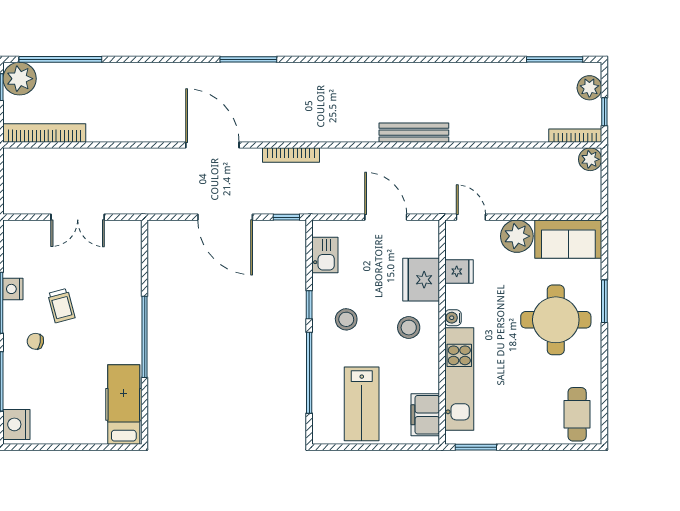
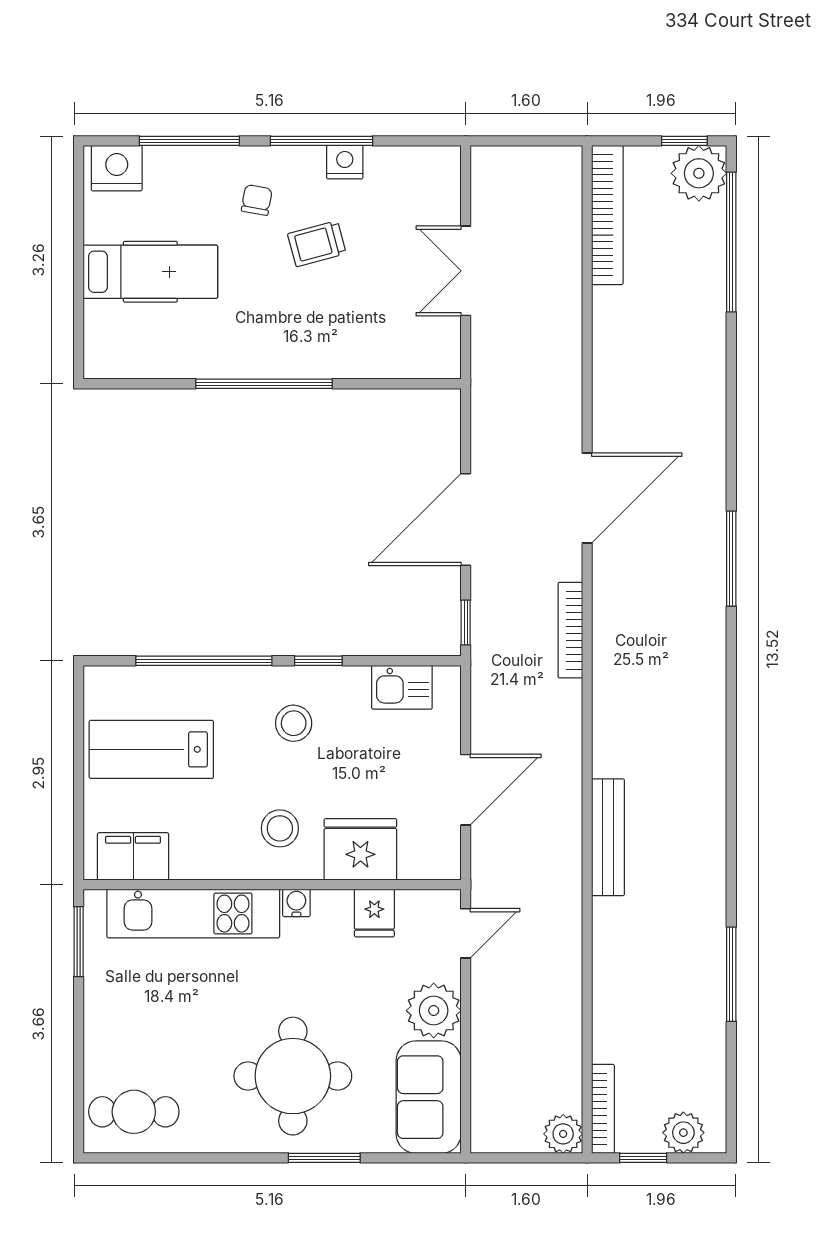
window: (555, 59) -> (731, 974), moved
hospital bed: (124, 404) -> (150, 272), moved

